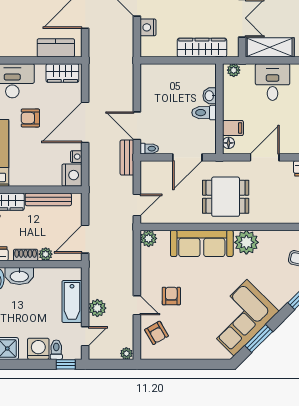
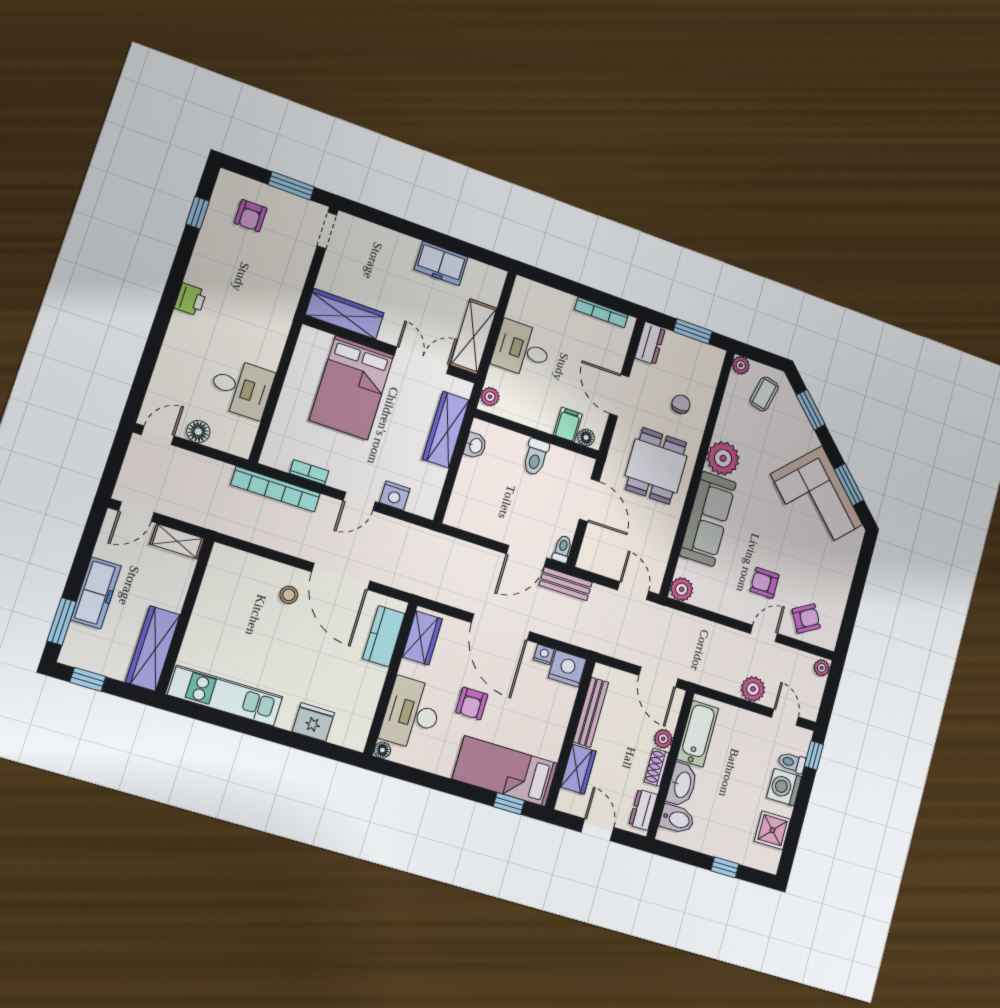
washbasin: (210, 96) -> (475, 446), moved, turned -90
chair: (273, 202) -> (681, 404), added
bathtub: (72, 301) -> (698, 734), moved, turned -90

